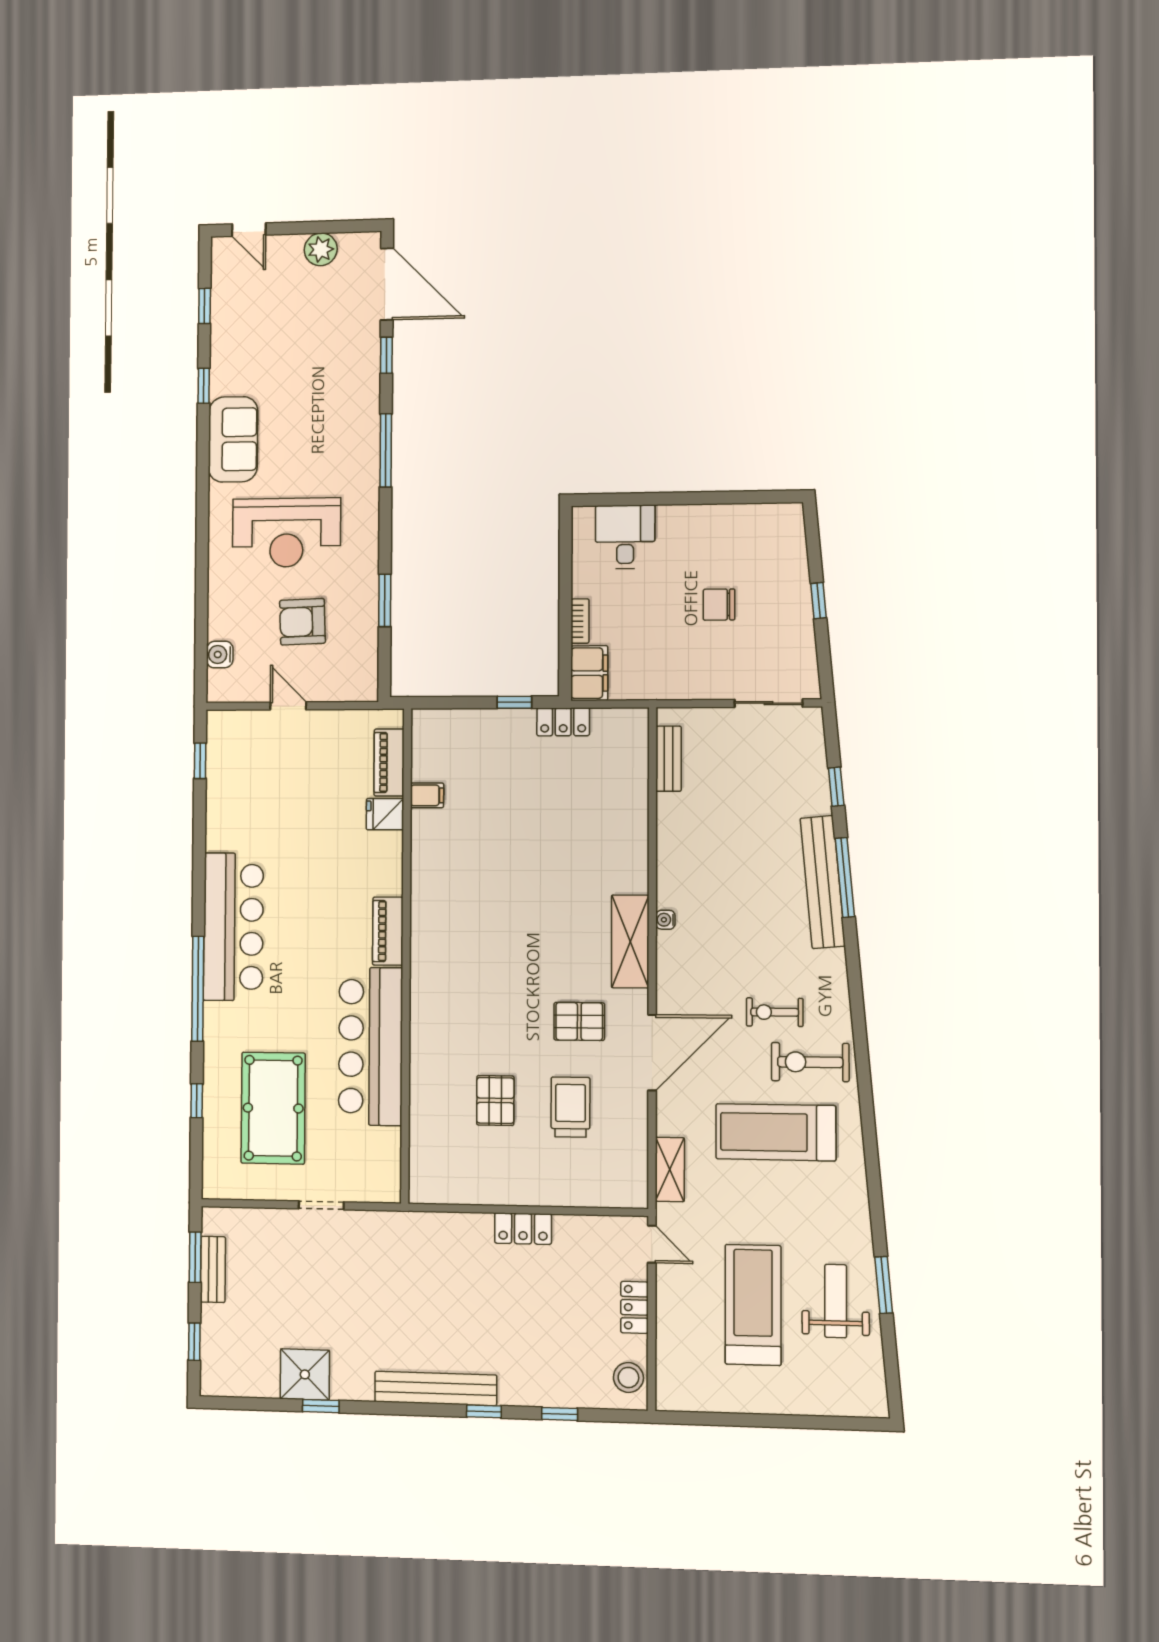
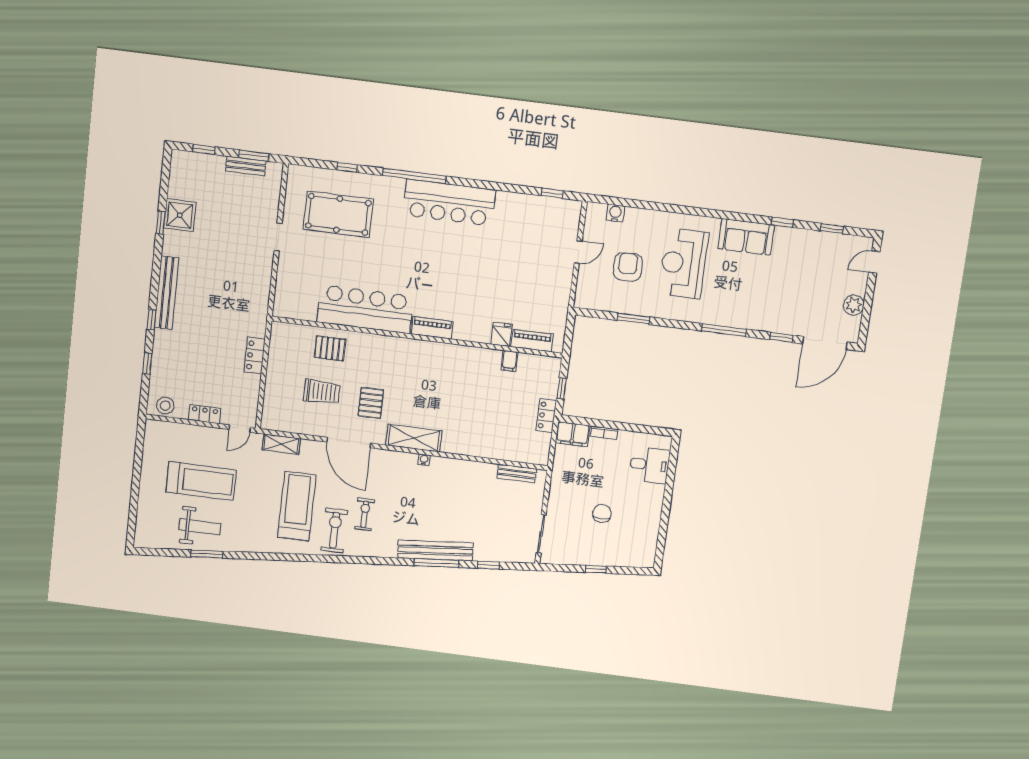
piano: (389, 762) -> (532, 341), moved
filing cabinet: (427, 795) -> (509, 361), moved
fridge: (385, 814) -> (502, 334), moved
piano: (388, 931) -> (432, 328), moved
wall: (406, 955) -> (417, 337), moved
bar counter: (371, 1046) -> (365, 309), moved

